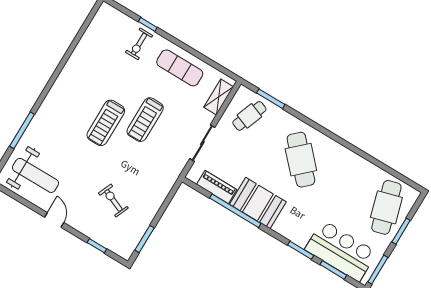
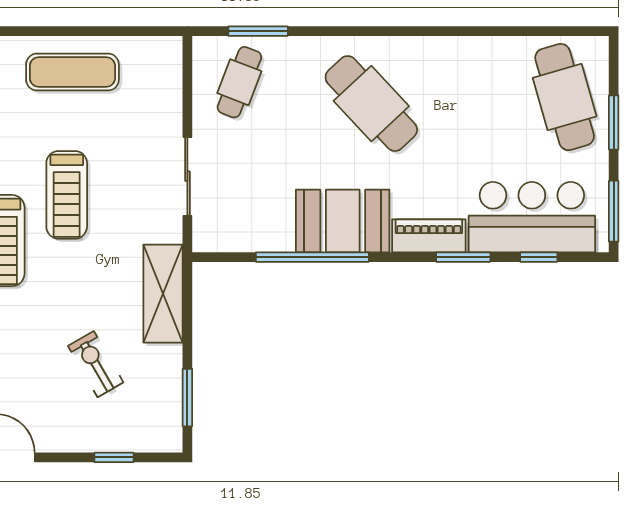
shelving: (219, 97) -> (163, 294), moved, width x1.50, depth x1.33
piano: (217, 187) -> (429, 236), moved
exercise bike: (113, 201) -> (96, 364), turned 37
window: (333, 270) -> (539, 257), width x0.67

